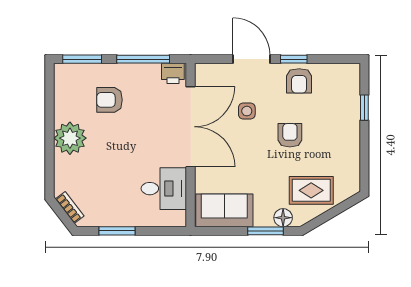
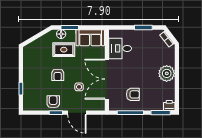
printer: (173, 73) -> (169, 105), moved
armchair: (109, 100) -> (133, 94), moved
rug: (311, 190) -> (64, 50), moved

